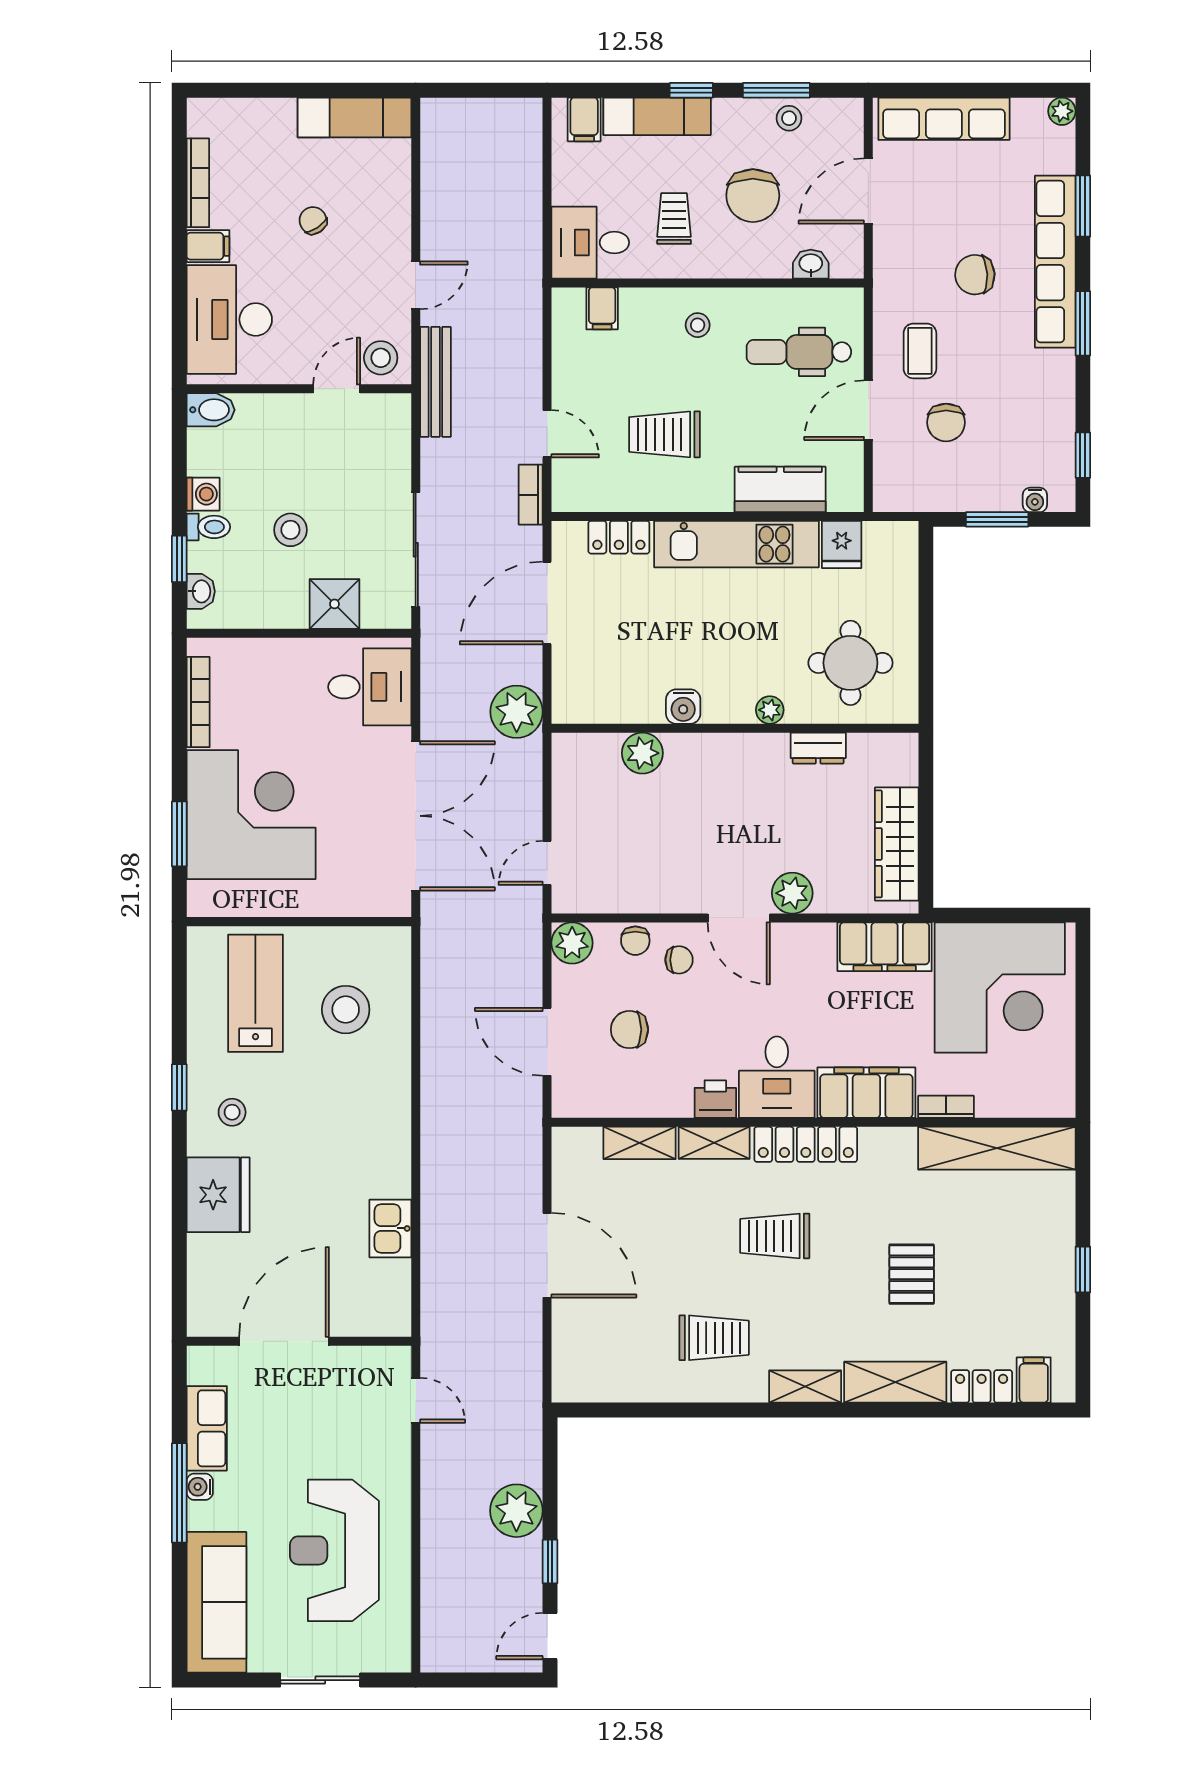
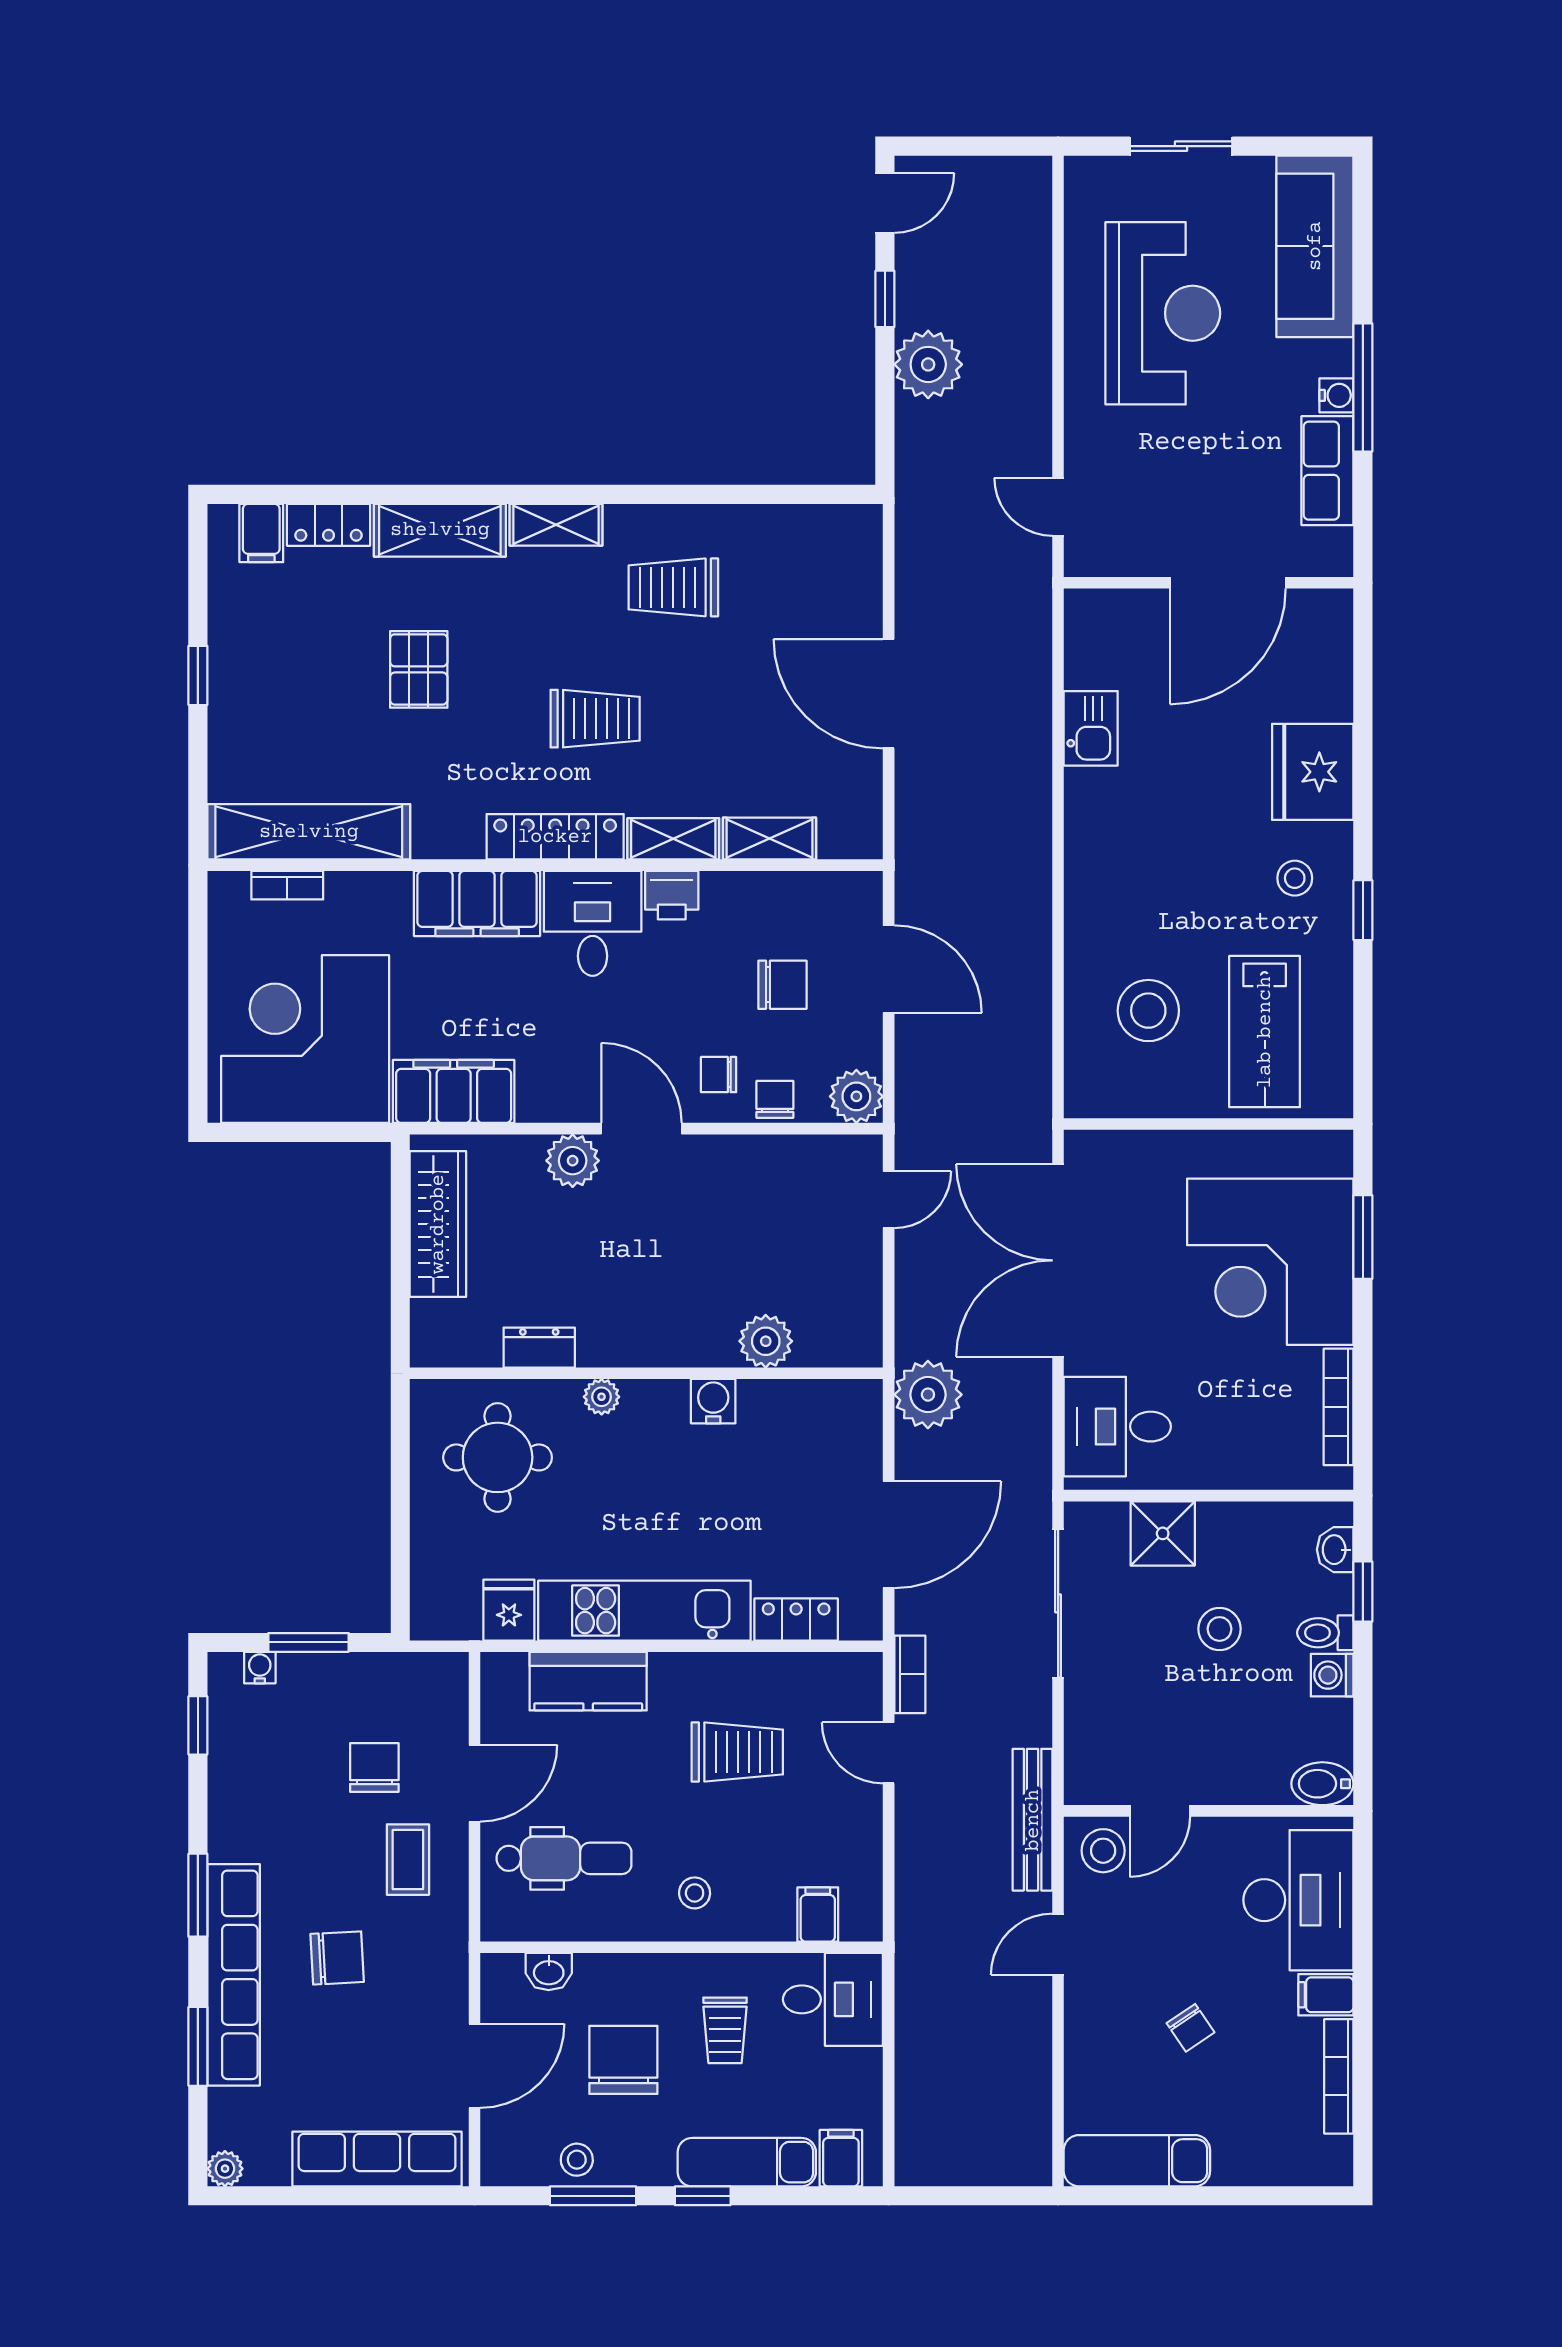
bookcase: (946, 1107) -> (287, 885), moved

